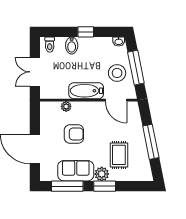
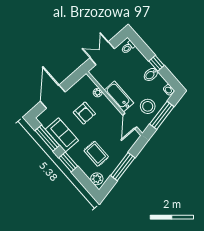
bidet: (72, 46) -> (151, 74), moved
rug: (119, 155) -> (96, 154), turned 90
plant: (102, 174) -> (97, 179), moved

